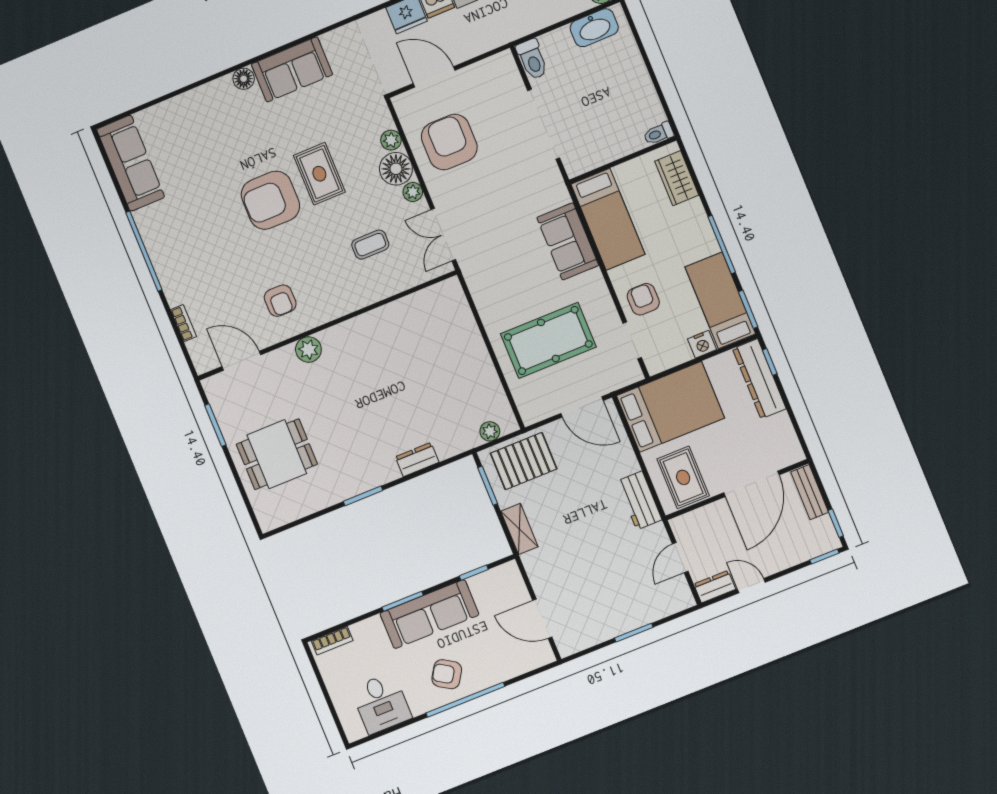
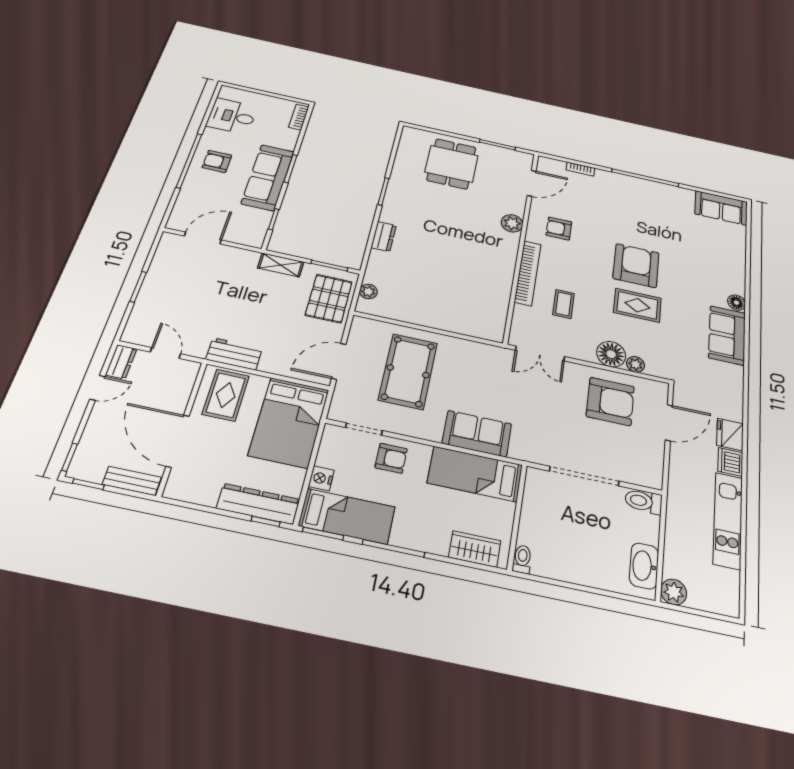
sofa: (131, 163) -> (721, 208), width x0.73
plant: (413, 192) -> (586, 354), removed
double door: (443, 235) -> (540, 353), swing flipped
bookcase: (359, 299) -> (528, 273), added
rug: (683, 477) -> (226, 395), turned 90
armchair: (447, 674) -> (217, 161), turned -122

